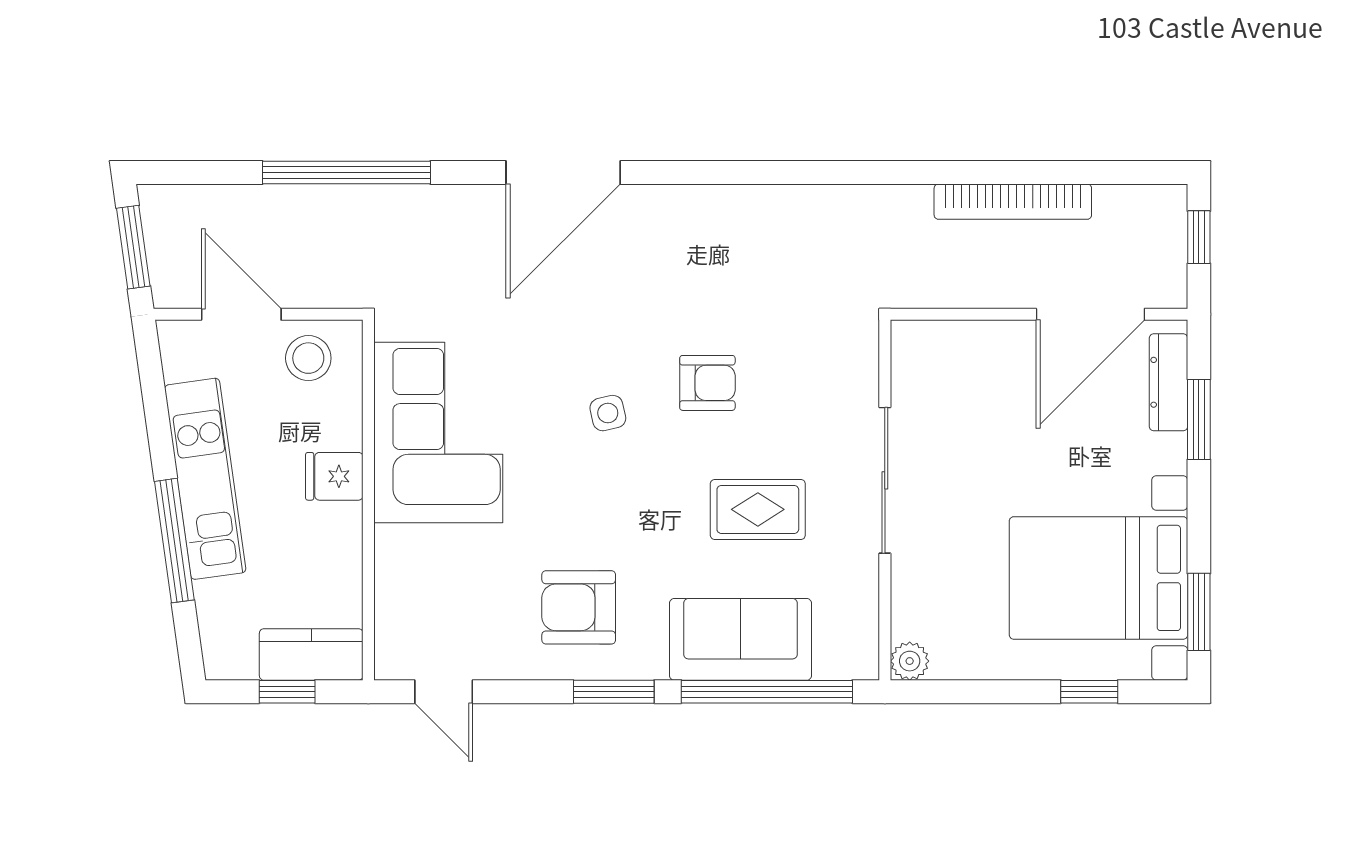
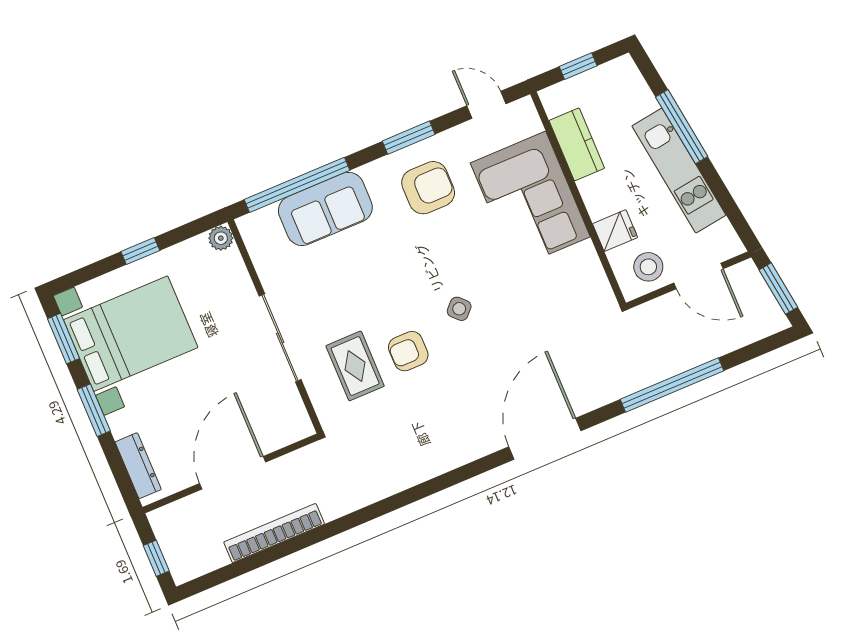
door: (1090, 314) -> (233, 473), moved
side table: (608, 413) -> (459, 309), turned -32
window: (1199, 419) -> (94, 410), moved
corner sofa: (438, 432) -> (530, 200), moved
fridge: (334, 476) -> (615, 231), moved
rug: (758, 509) -> (355, 366), moved, turned 90
kitchen counter: (311, 654) -> (577, 144), moved, turned -90
window: (614, 692) -> (409, 138), moved
window: (1089, 692) -> (140, 251), moved

